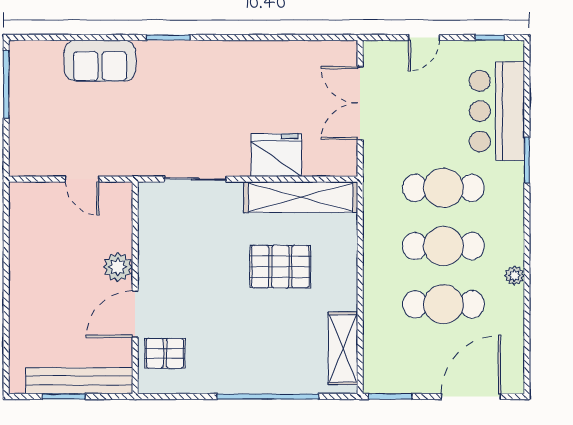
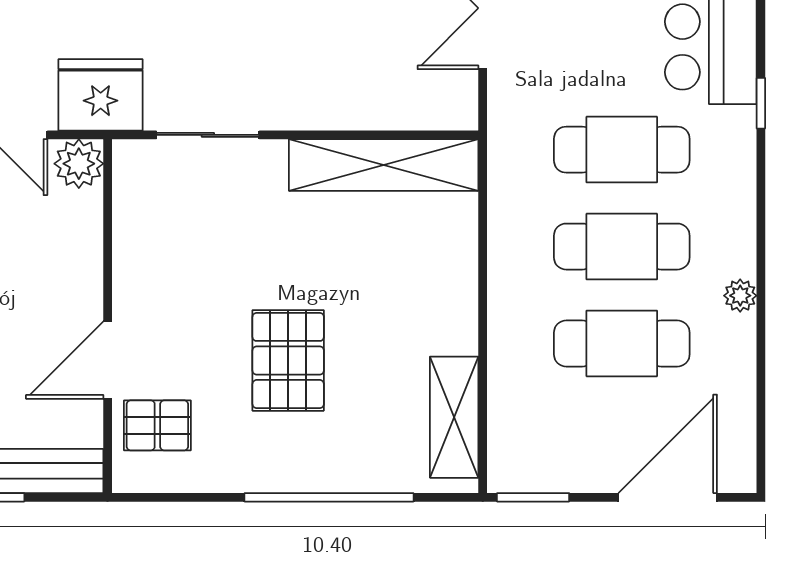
fridge: (276, 155) -> (101, 95), moved
window: (527, 160) -> (761, 103), width x0.67
plant: (118, 267) -> (79, 164), moved
pallet: (280, 267) -> (288, 360), moved, turned 90

